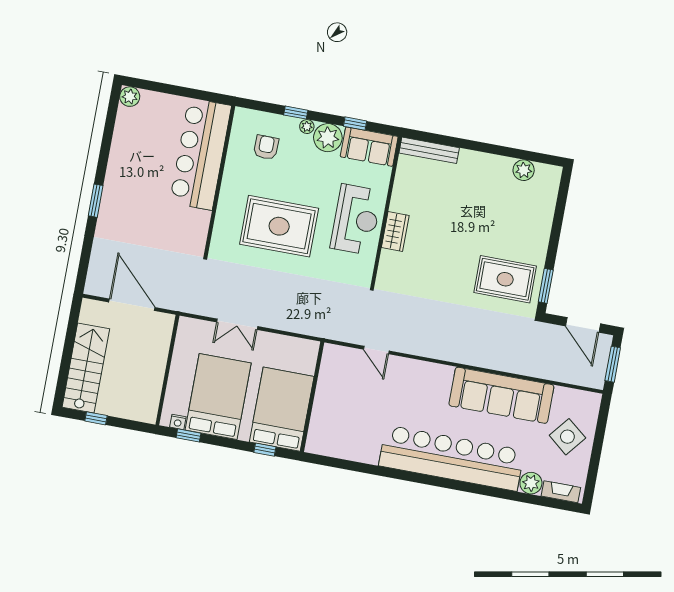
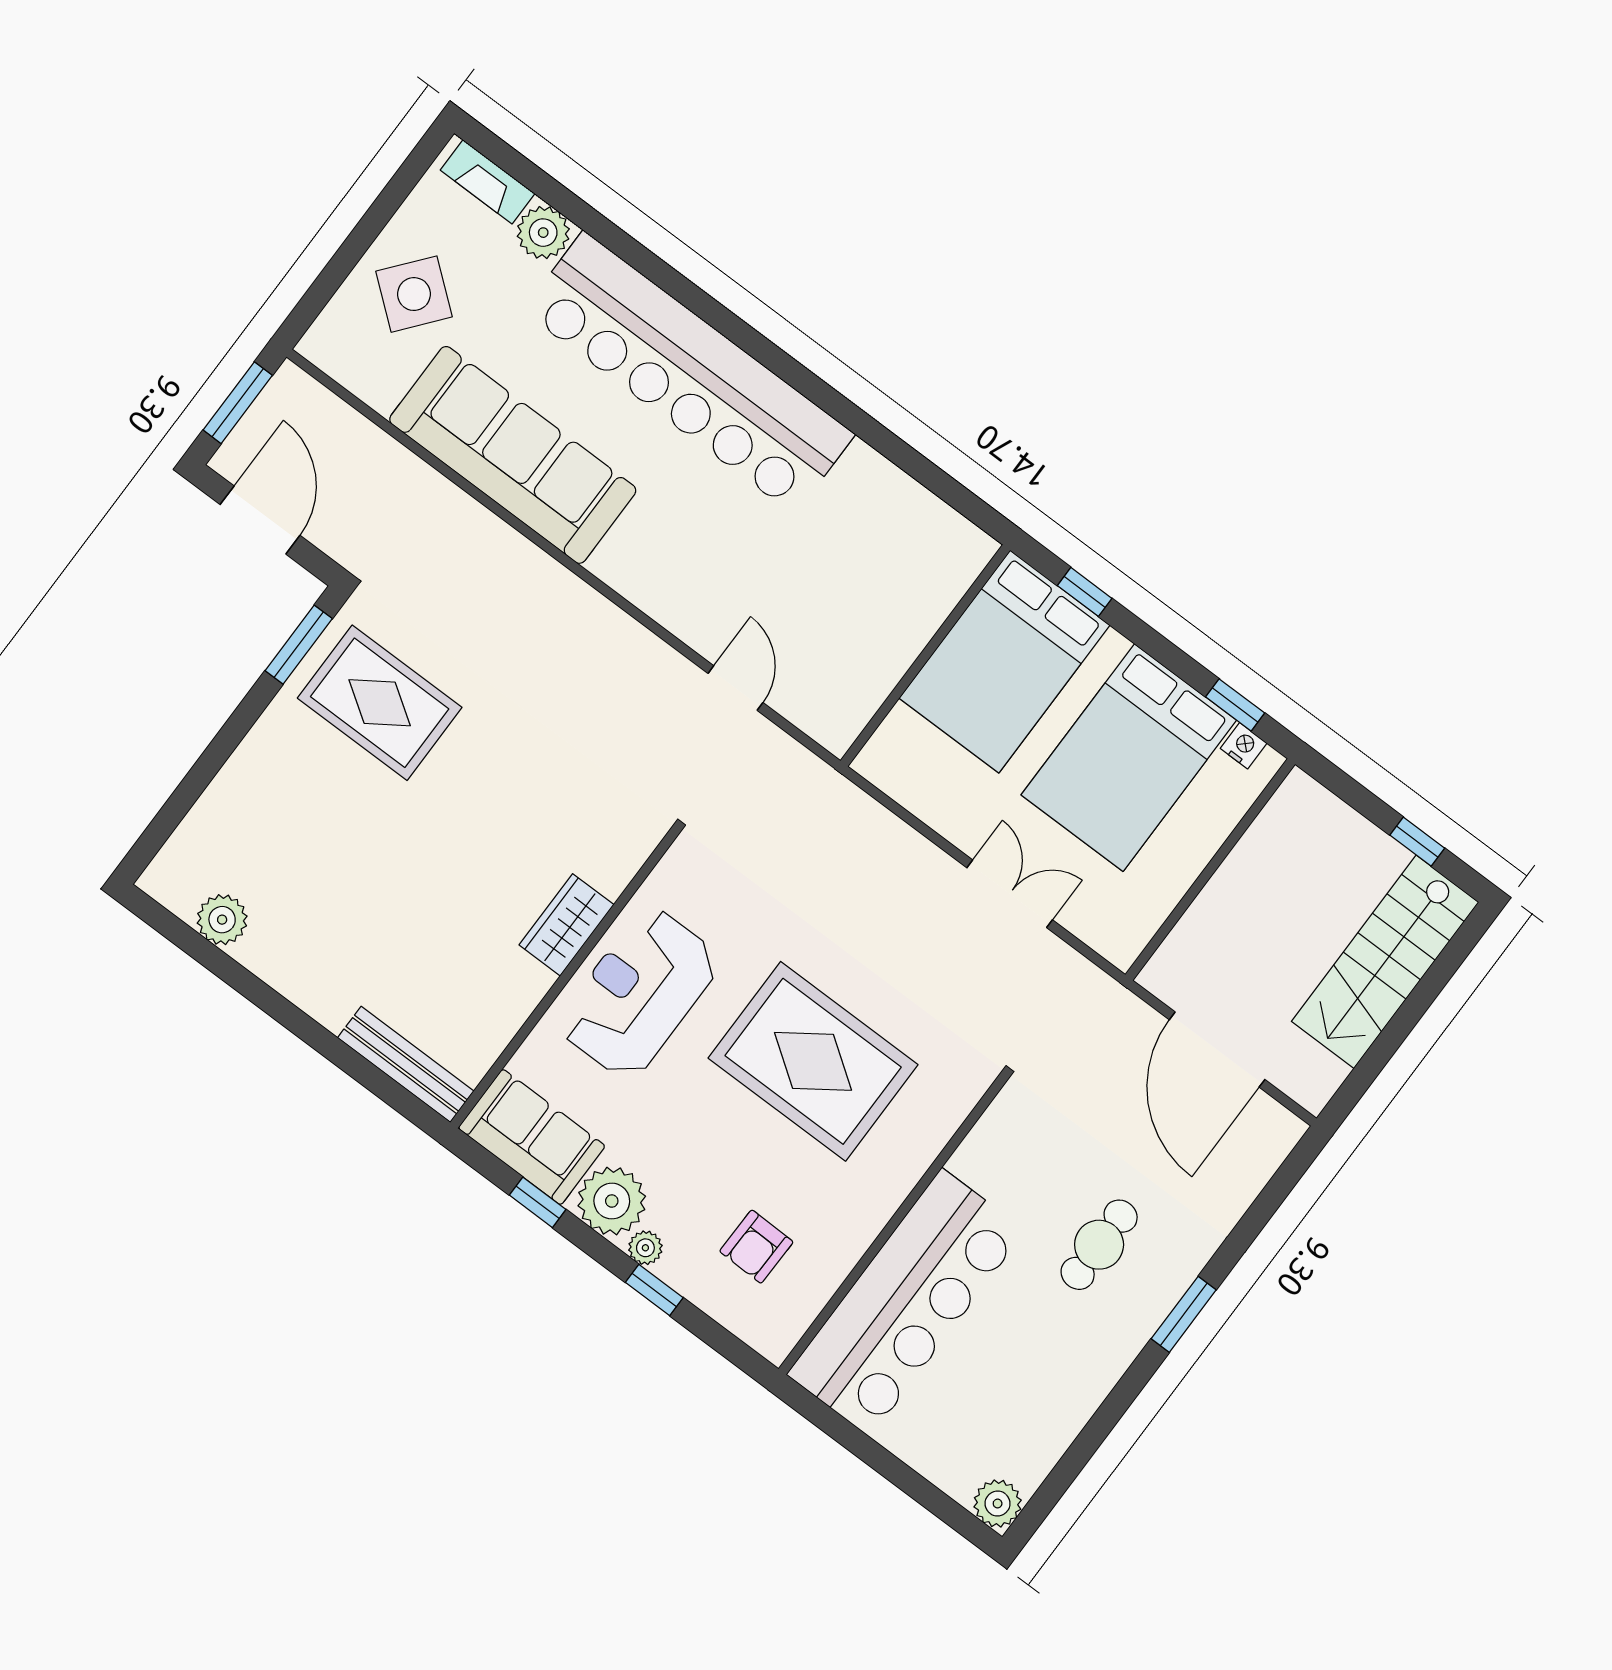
cafe table: (140, 211) -> (1099, 1245), added

